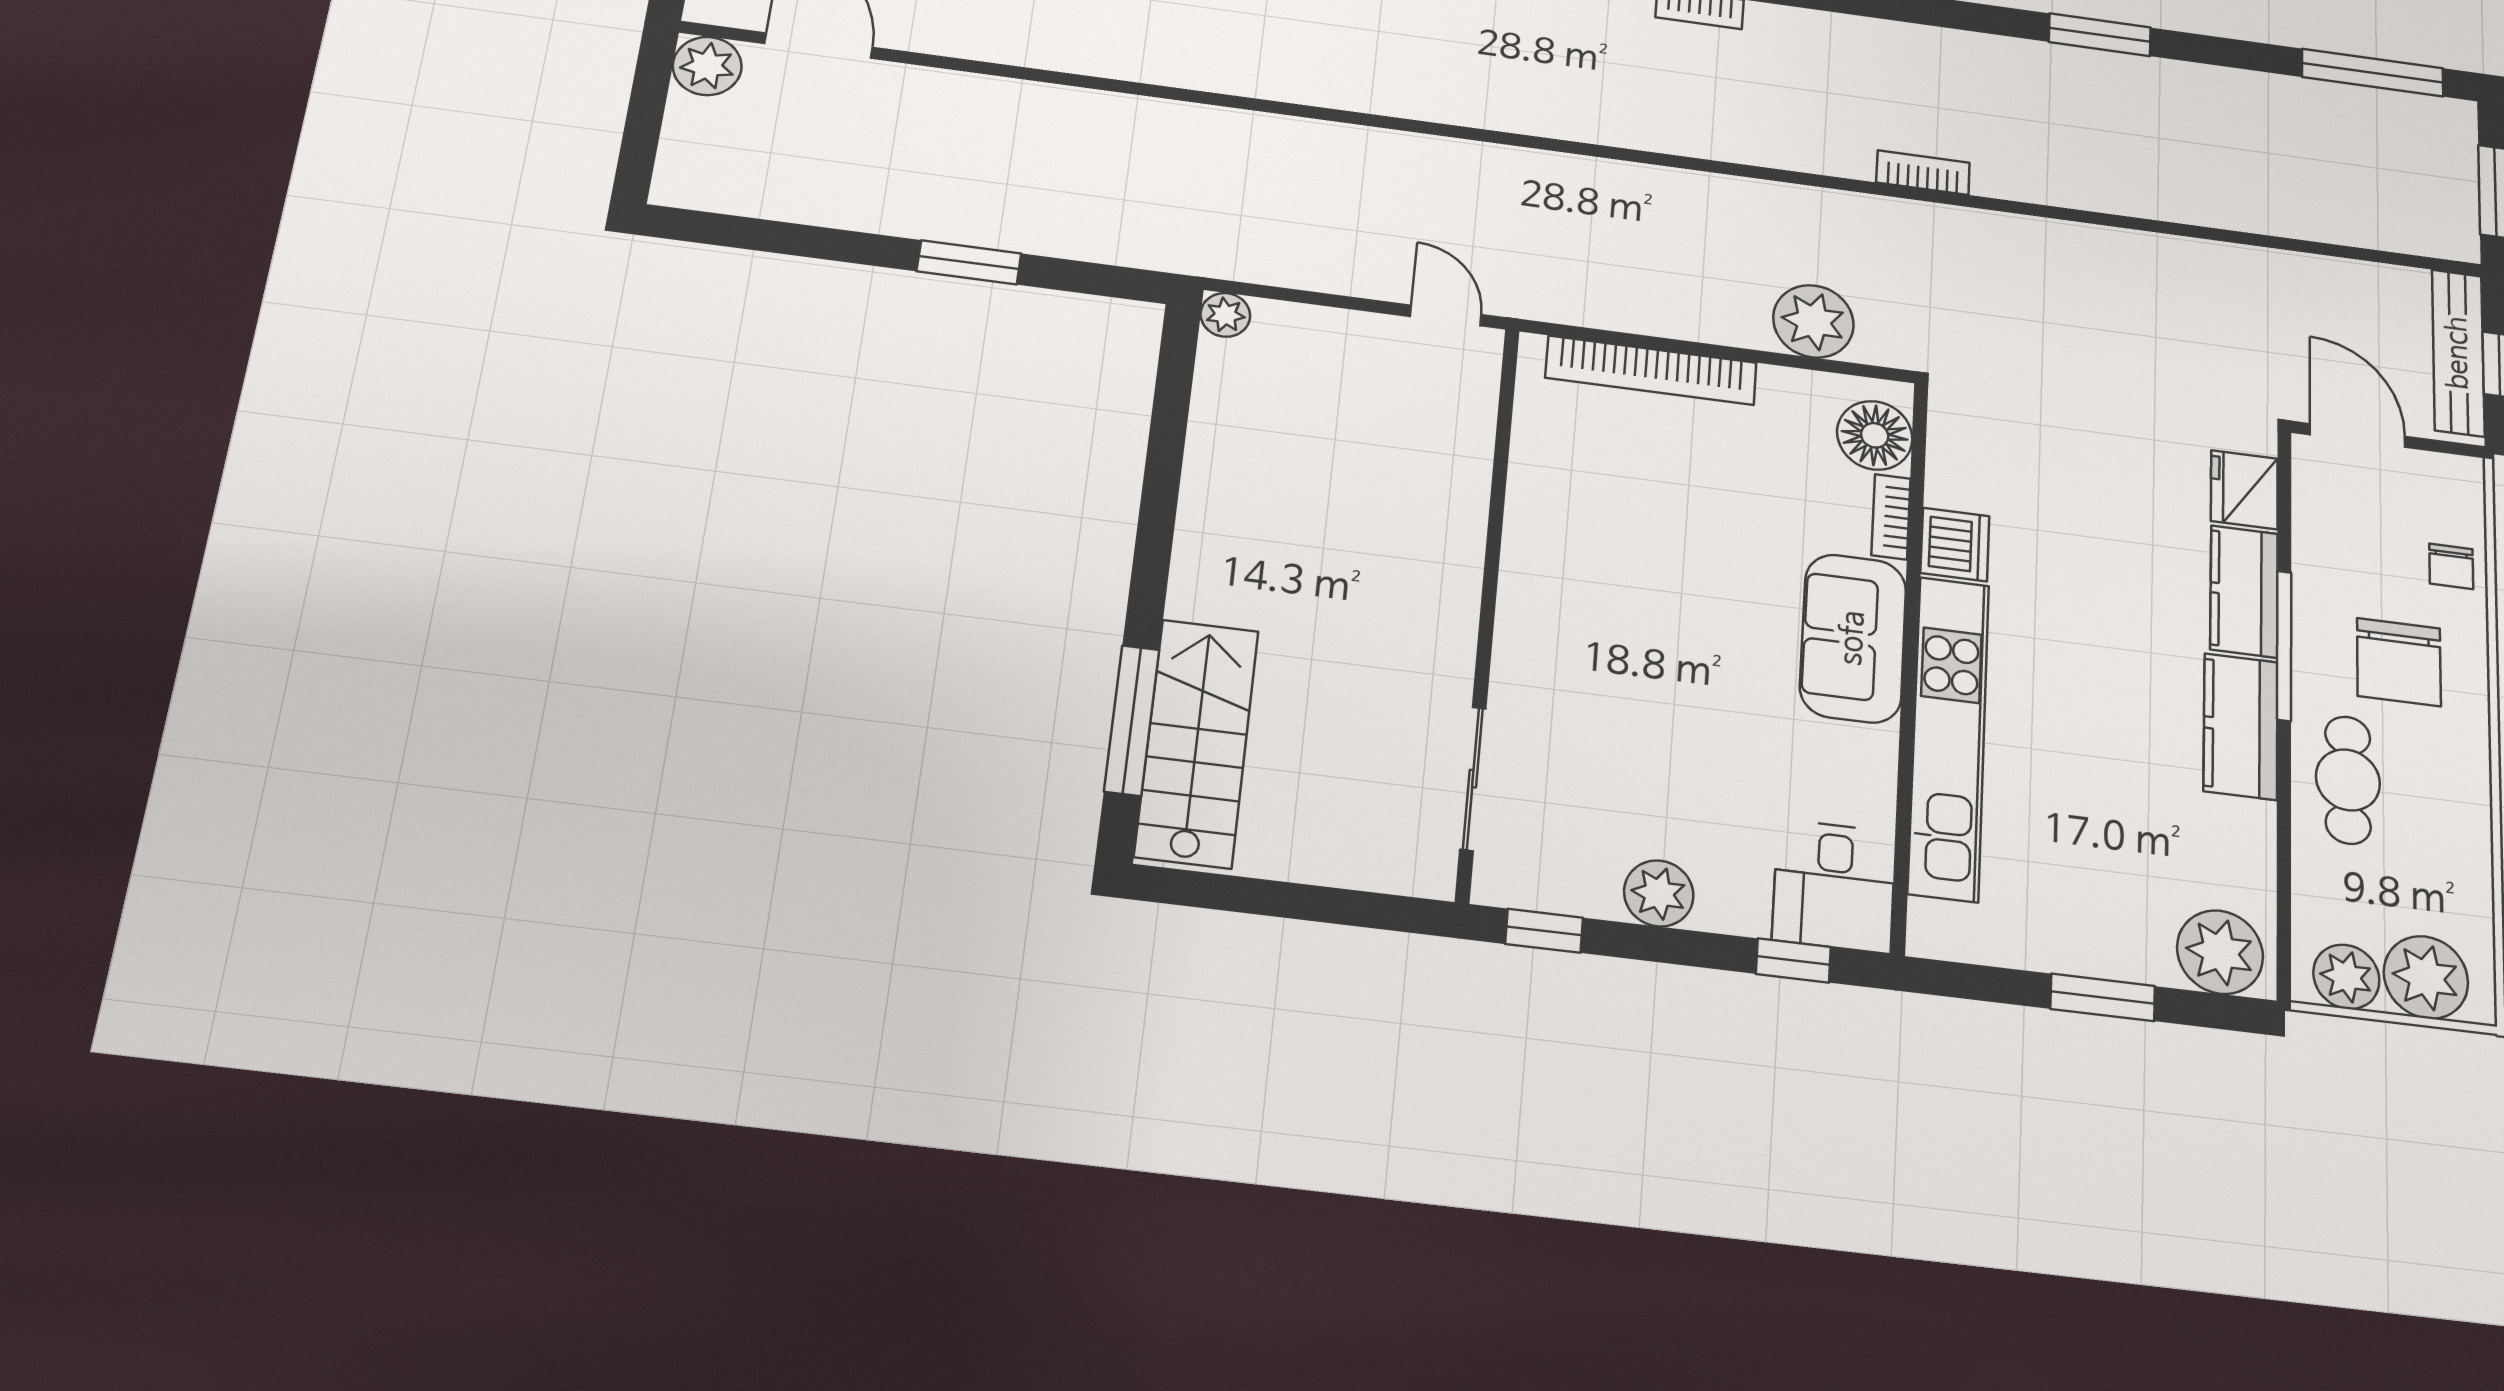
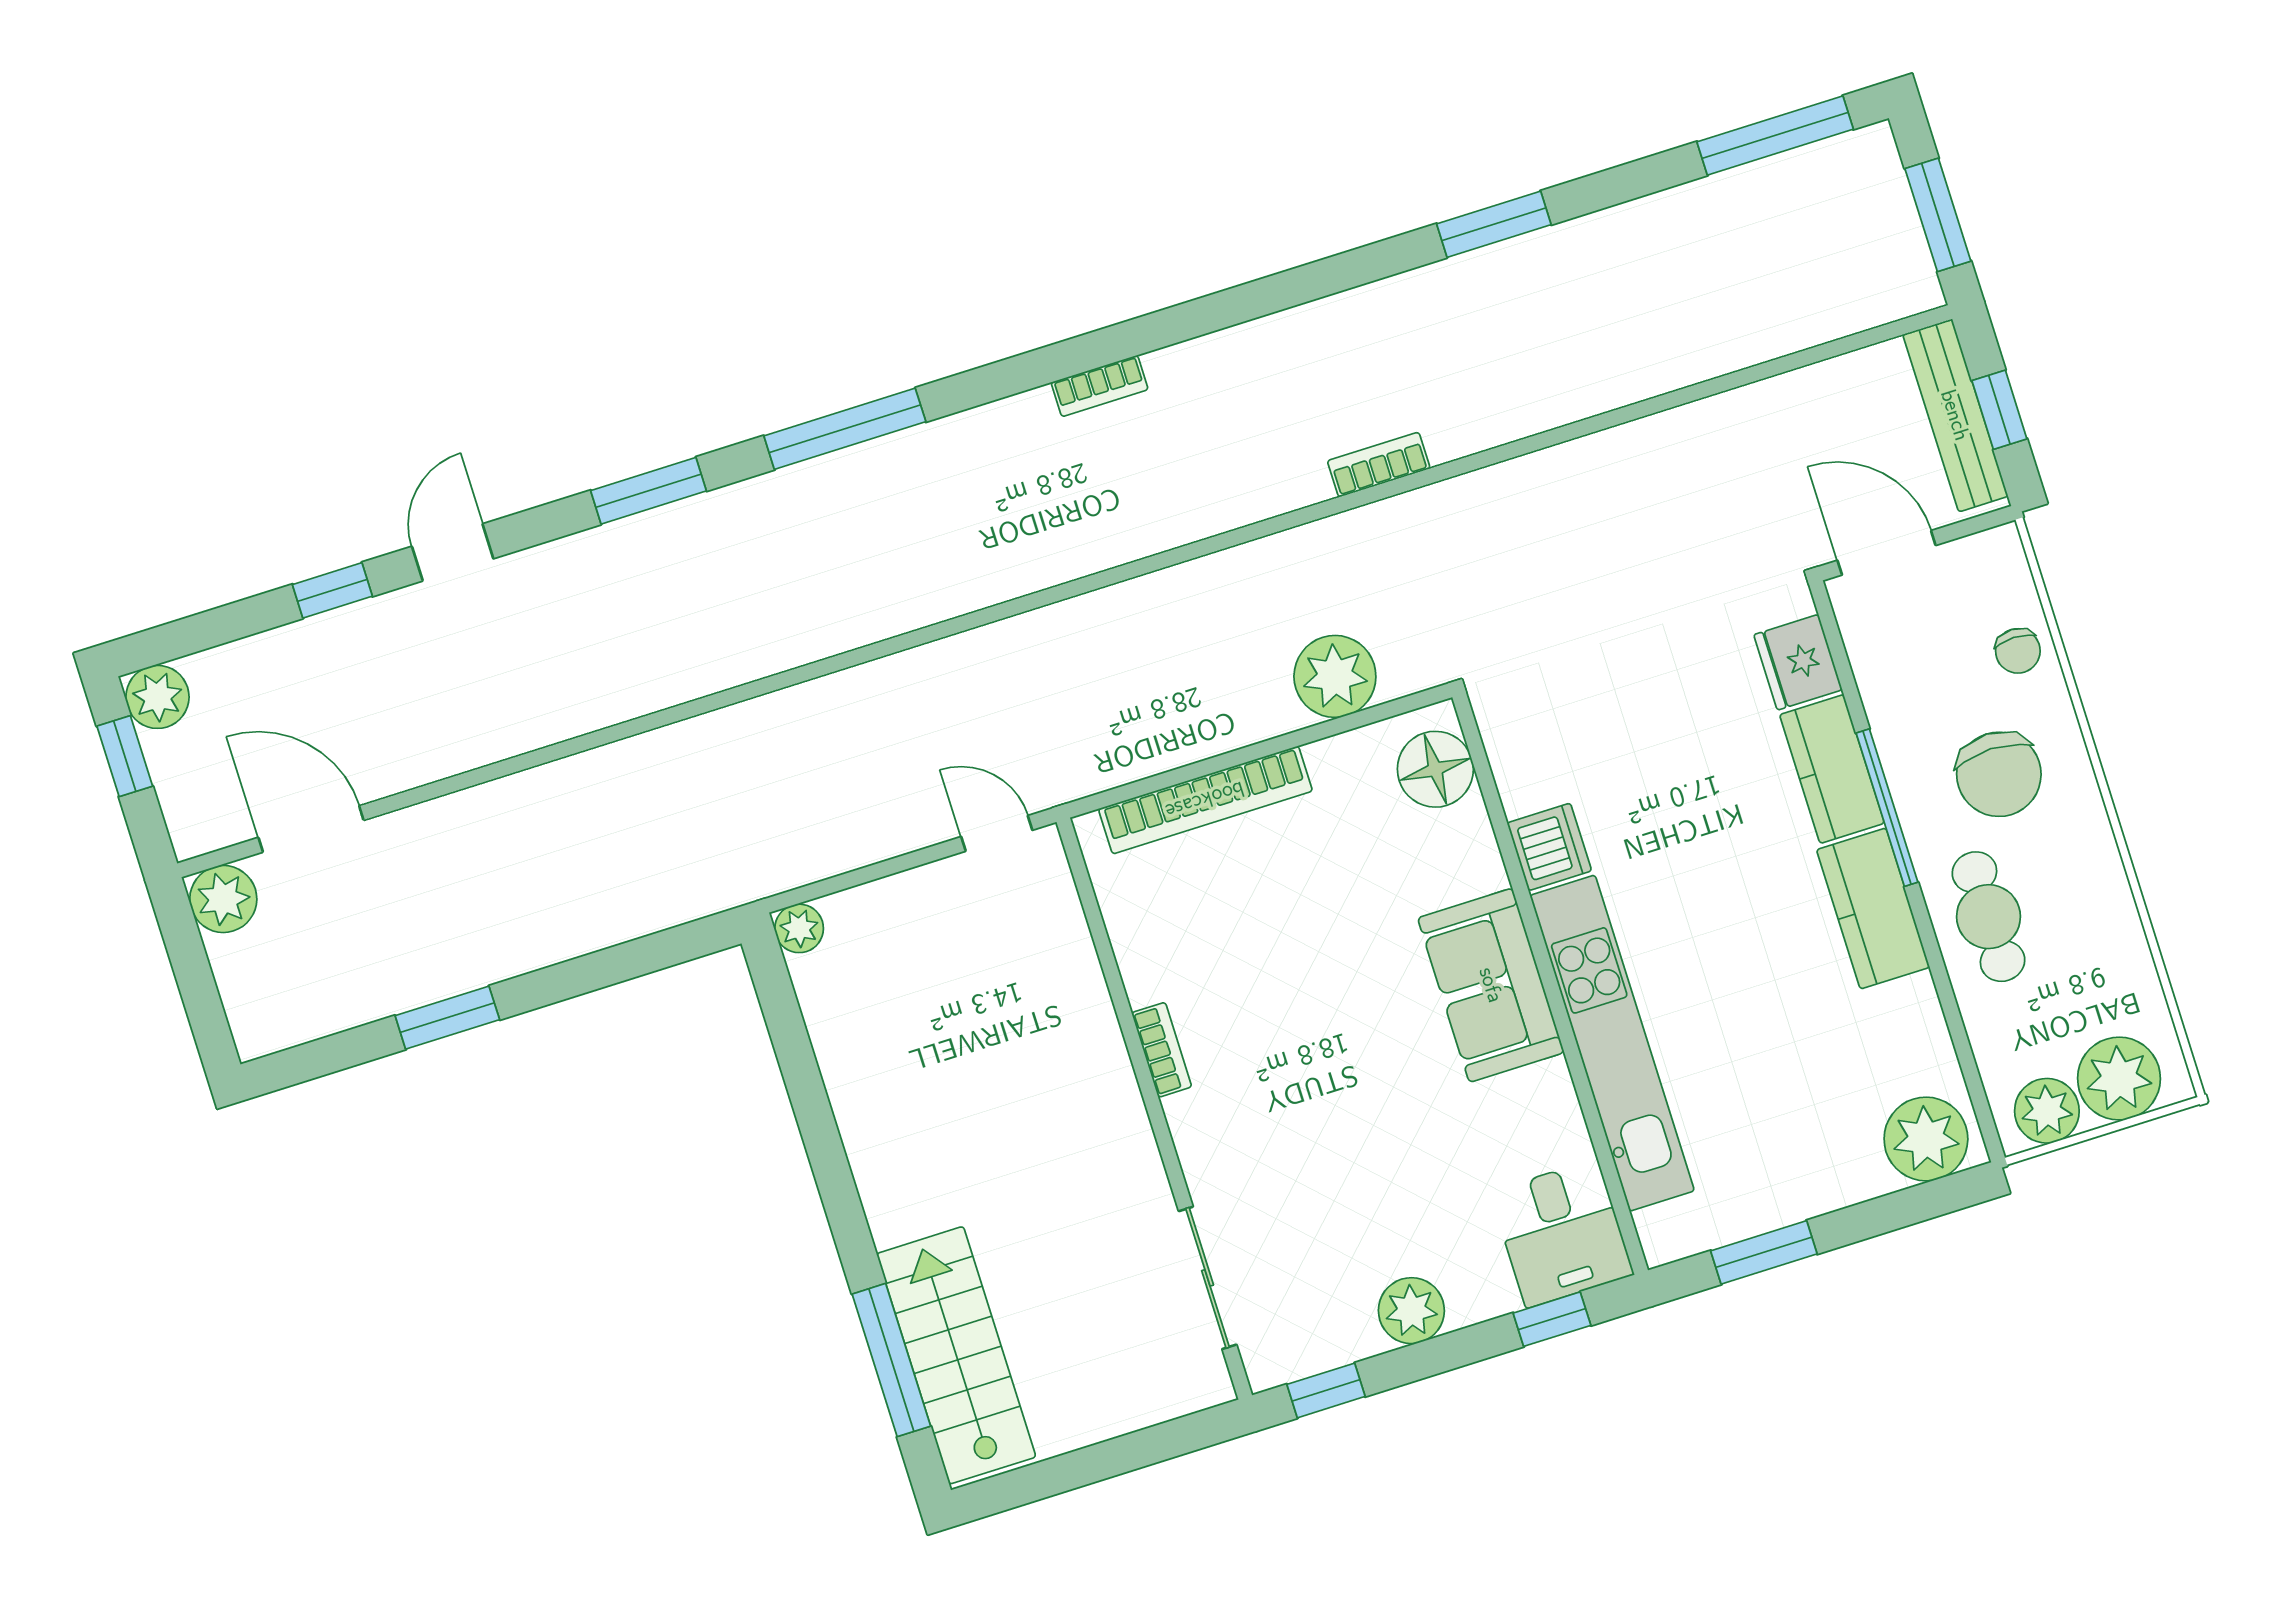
window: (969, 262) -> (447, 1018), moved
bookcase: (1891, 517) -> (1162, 1050), moved, turned 180
window: (2103, 997) -> (1764, 1252), moved

